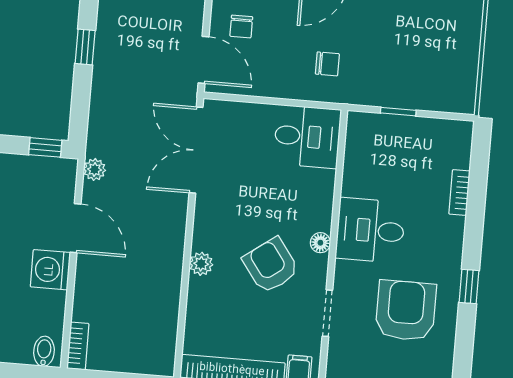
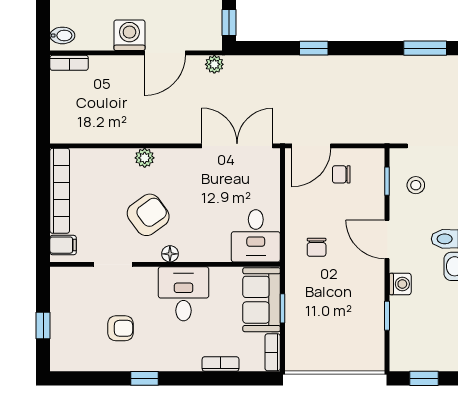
bookcase: (451, 128) -> (273, 352), added
sofa: (385, 136) -> (262, 300), added
armchair: (406, 311) -> (120, 328), width x0.53, depth x0.53

